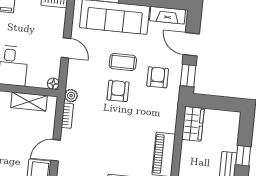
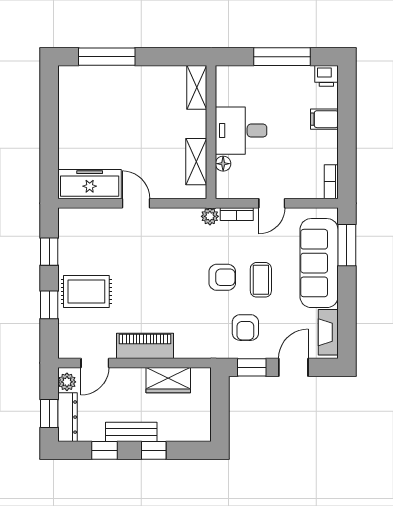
armchair: (158, 77) -> (245, 328), turned 90
floor lamp: (53, 84) -> (223, 164), moved
bookcase: (67, 116) -> (237, 214), moved
wardrobe: (193, 124) -> (168, 380), moved

